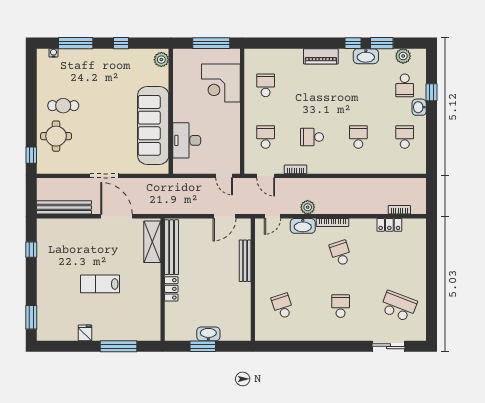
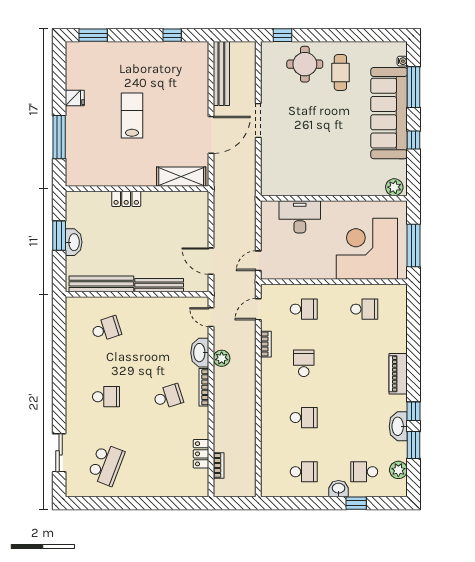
corner desk: (221, 83) -> (367, 249), width x1.36, depth x1.36
sofa: (153, 125) -> (389, 113), moved, turned -90
bench: (172, 247) -> (101, 284), moved

